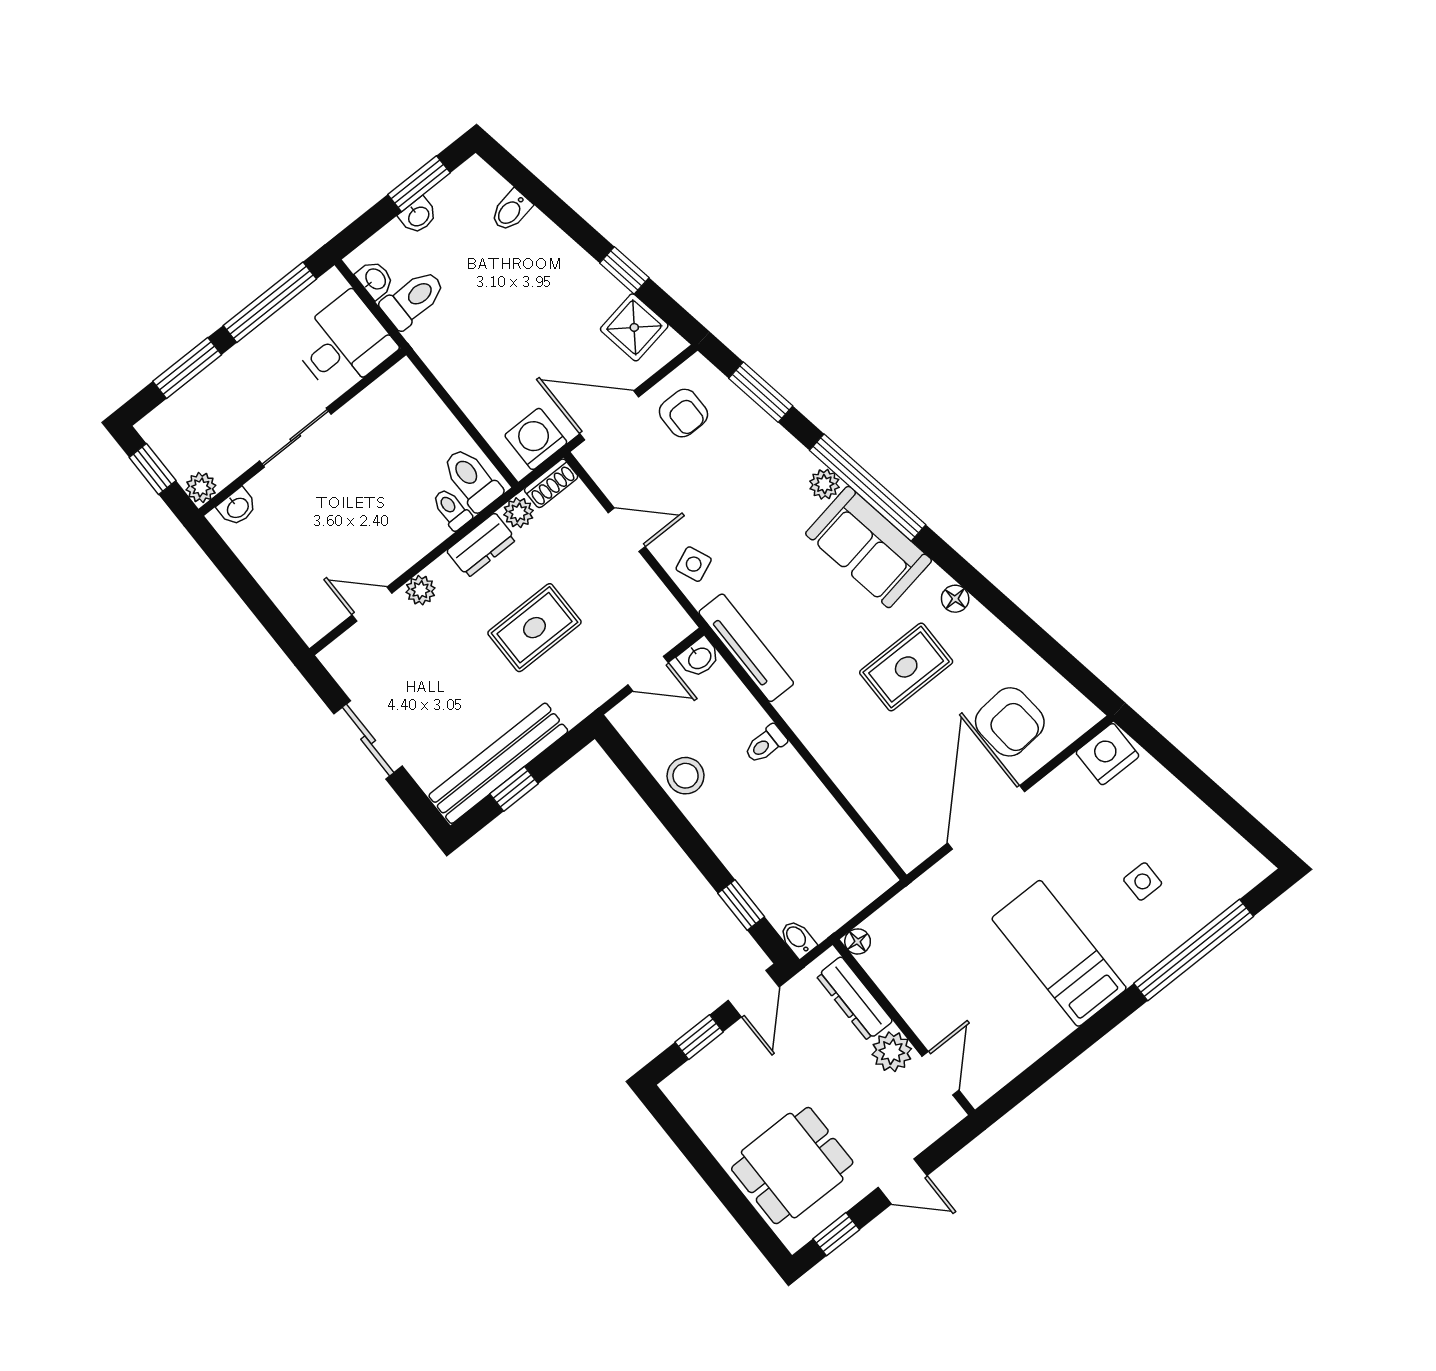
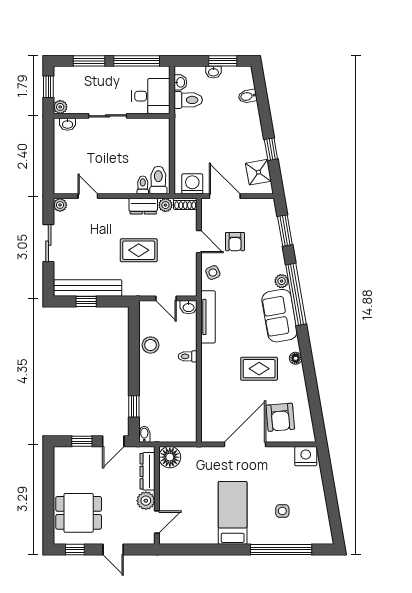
armchair: (683, 413) -> (235, 242), moved
plant: (421, 590) -> (60, 205), moved
floor lamp: (858, 941) -> (170, 457), width x1.89, depth x1.89

